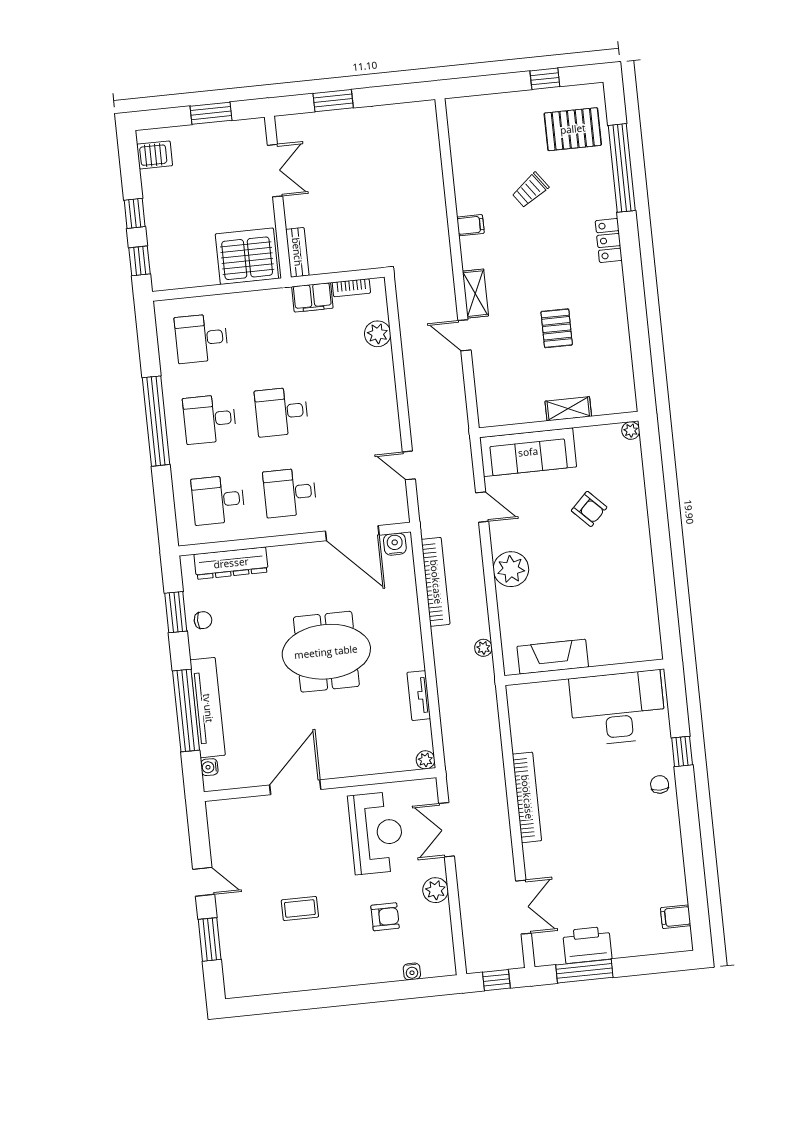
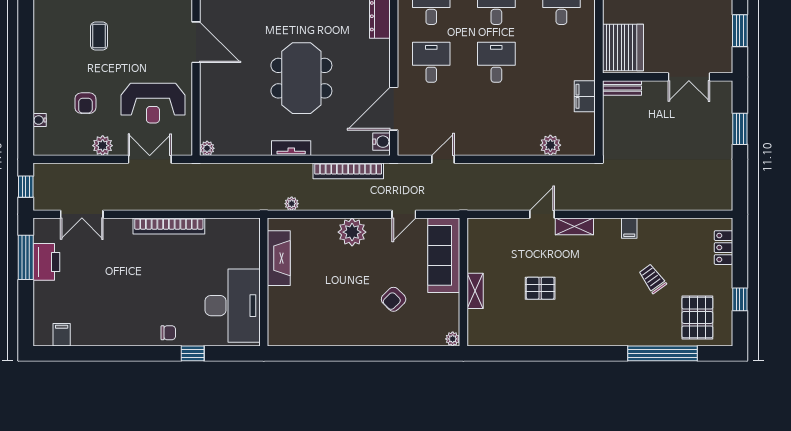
locker: (609, 240) -> (723, 248), moved, turned -90
bookcase: (351, 288) -> (589, 128), removed
tv unit: (419, 696) -> (291, 148), moved

